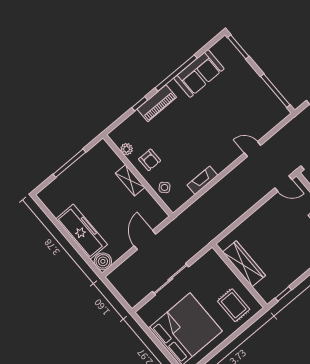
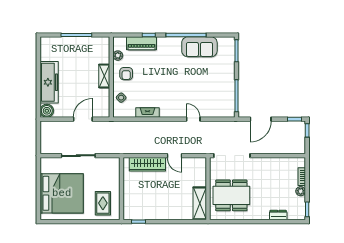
piano: (157, 103) -> (141, 43), moved
door: (283, 184) -> (175, 156), moved
wardrobe: (244, 264) -> (147, 164), moved, turned 90

